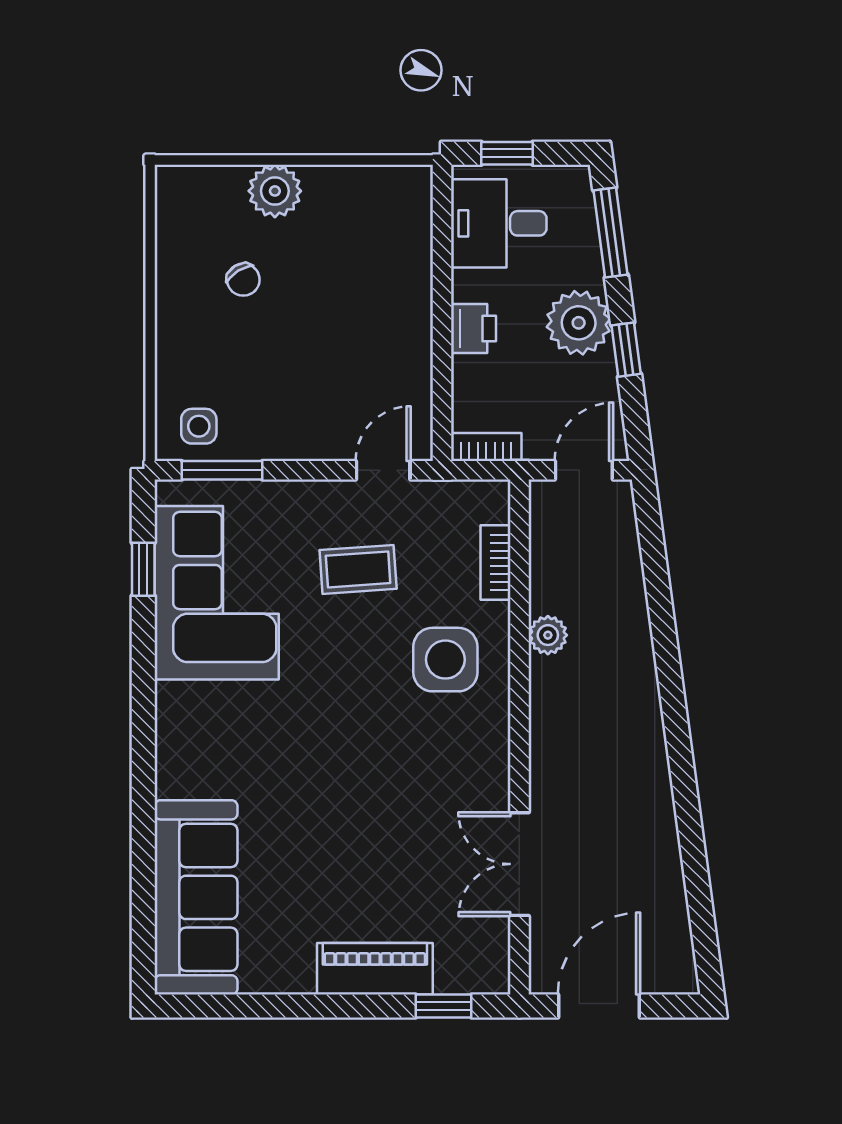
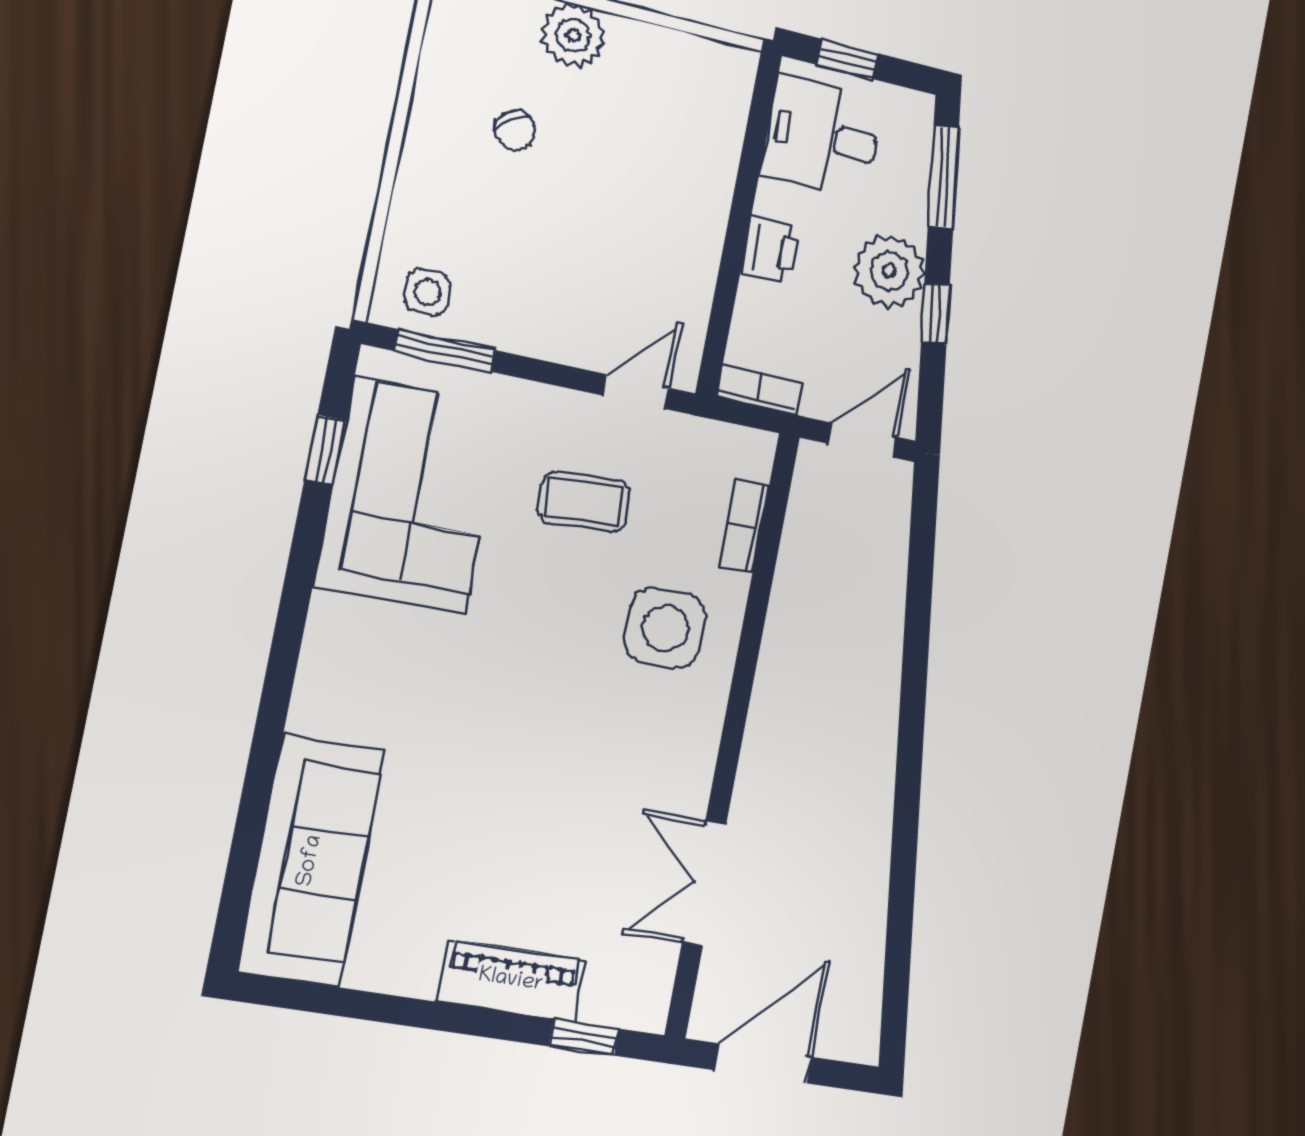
plant: (548, 635) -> (787, 622), removed

